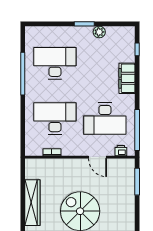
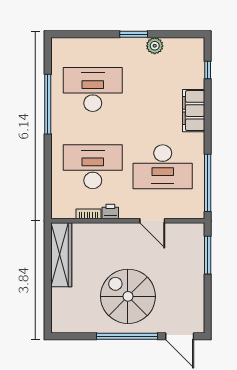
printer: (121, 151) -> (110, 212), moved
wardrobe: (32, 203) -> (61, 255), moved

